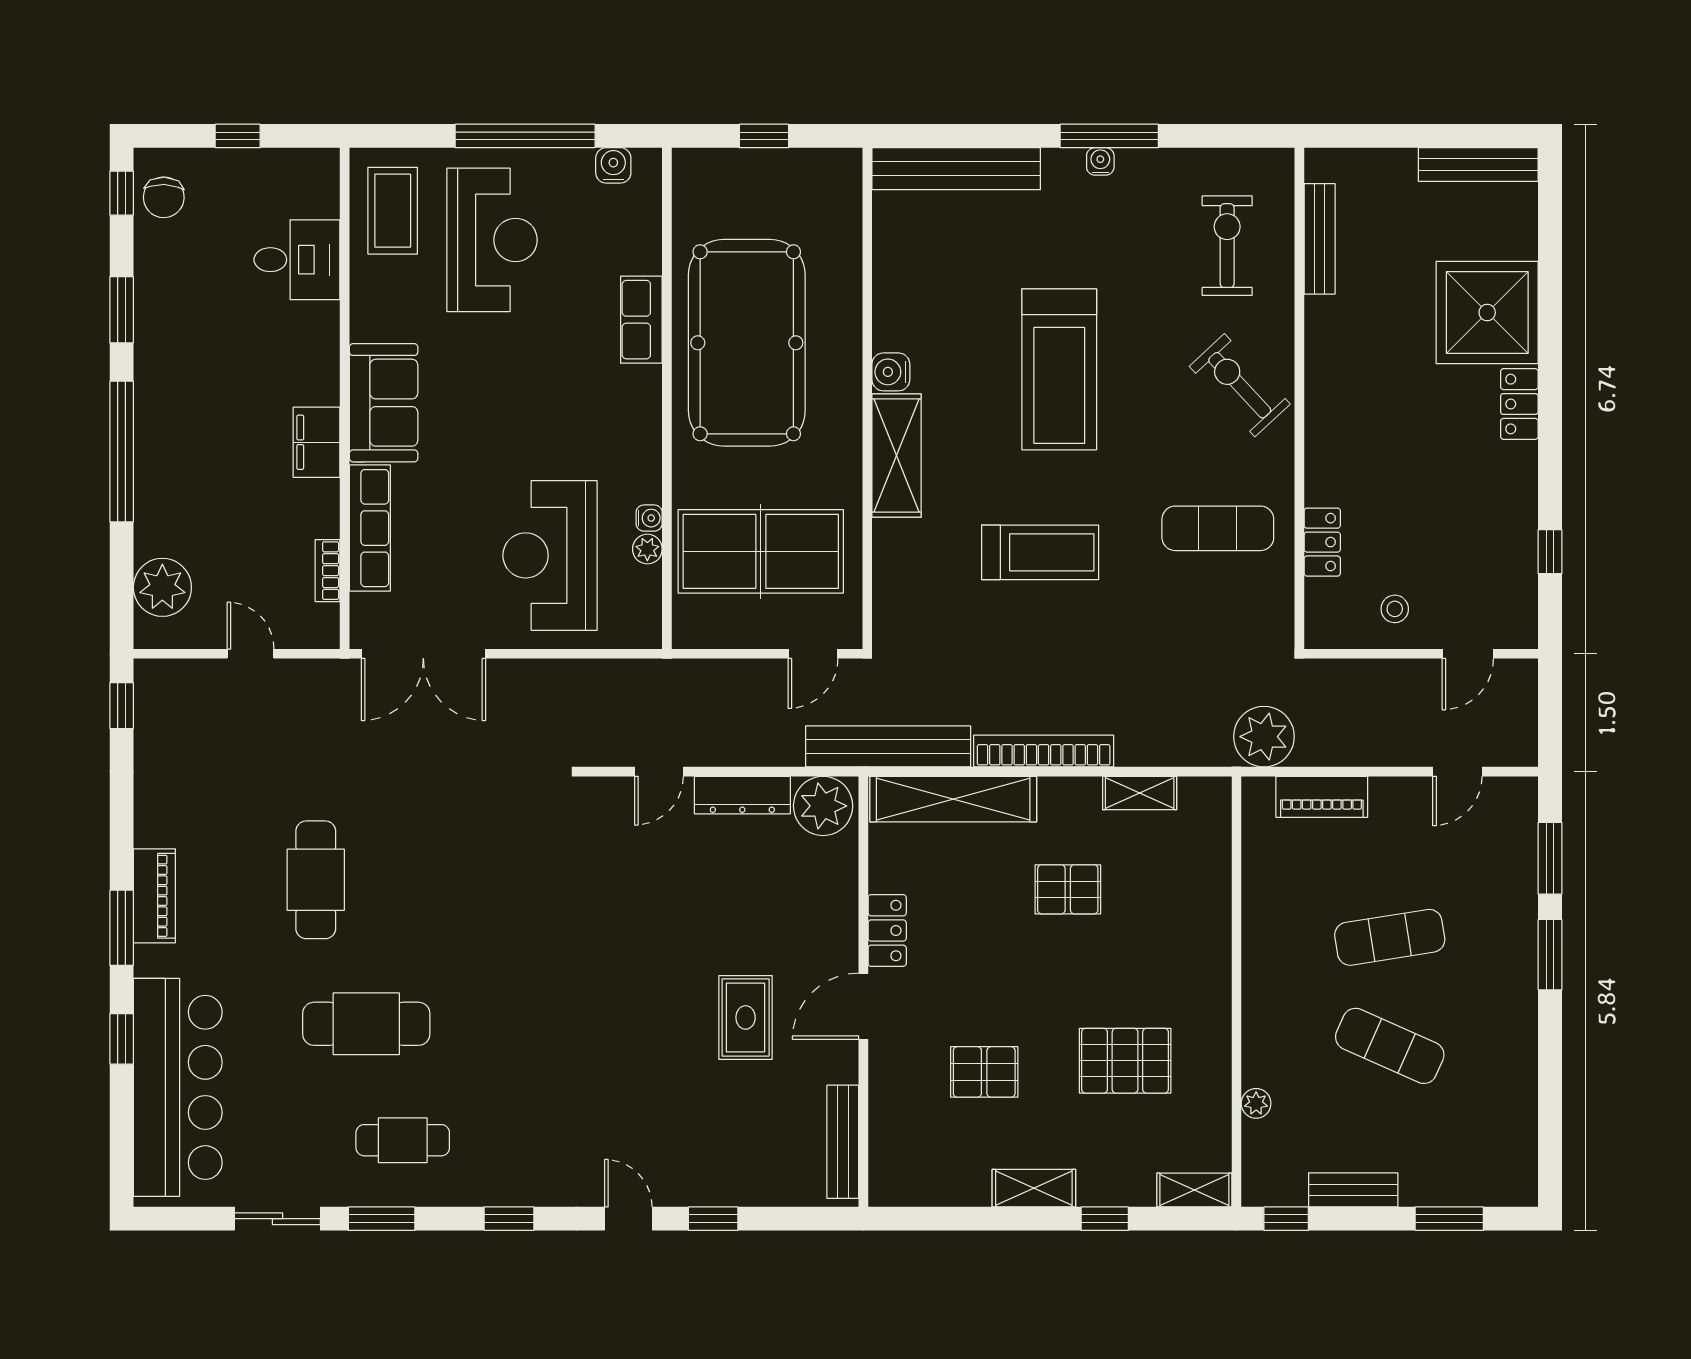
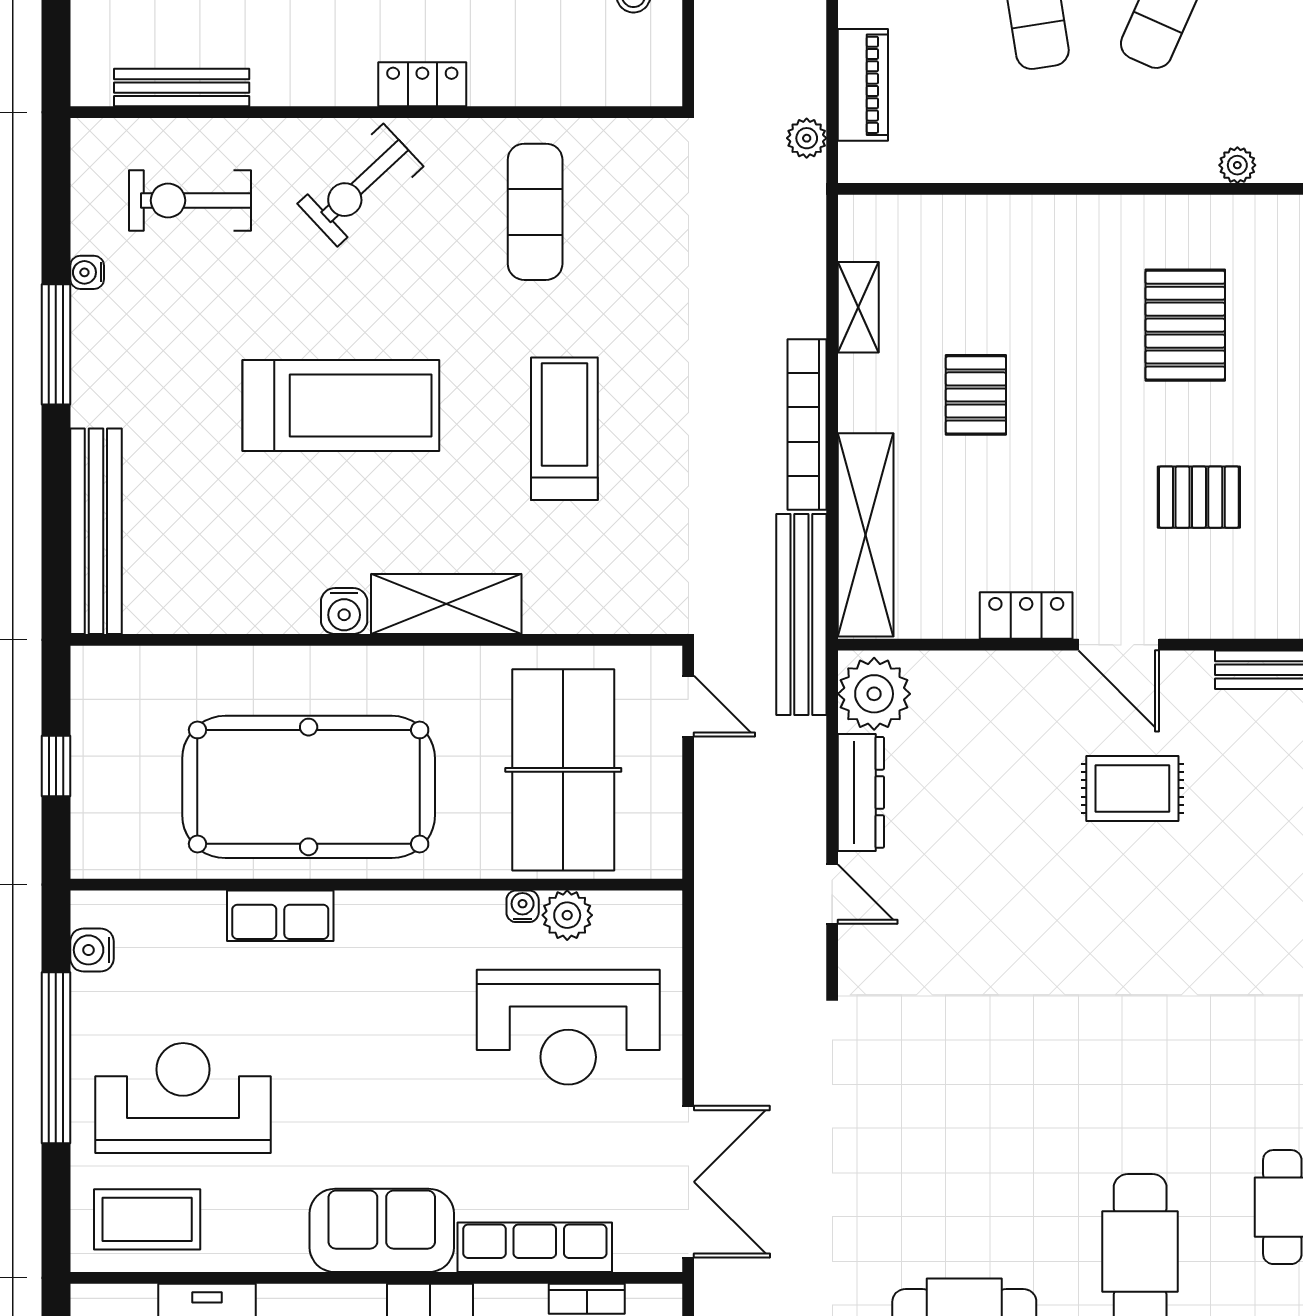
water cooler: (1100, 161) -> (87, 272), moved
locker: (1322, 542) -> (422, 84), moved
plant: (647, 549) -> (567, 915), width x1.38, depth x1.38
plant: (1264, 737) -> (807, 138), width x0.53, depth x0.53
pallet: (984, 1072) -> (1199, 497), turned 90

